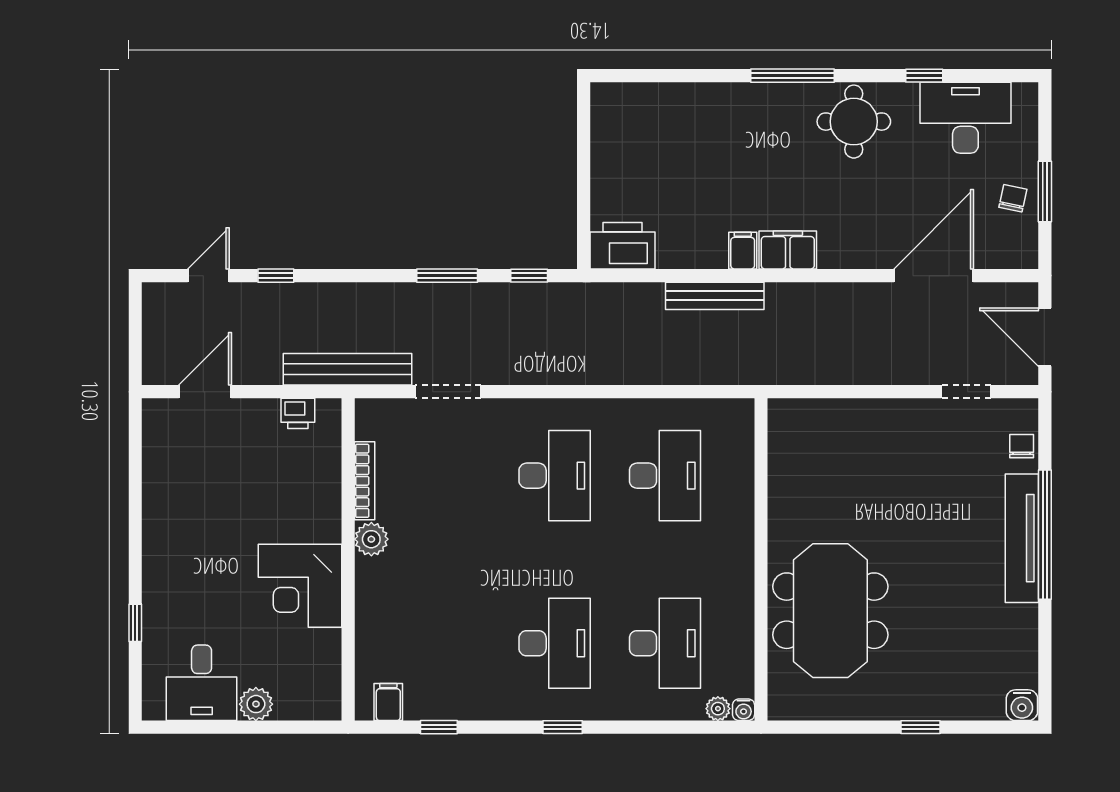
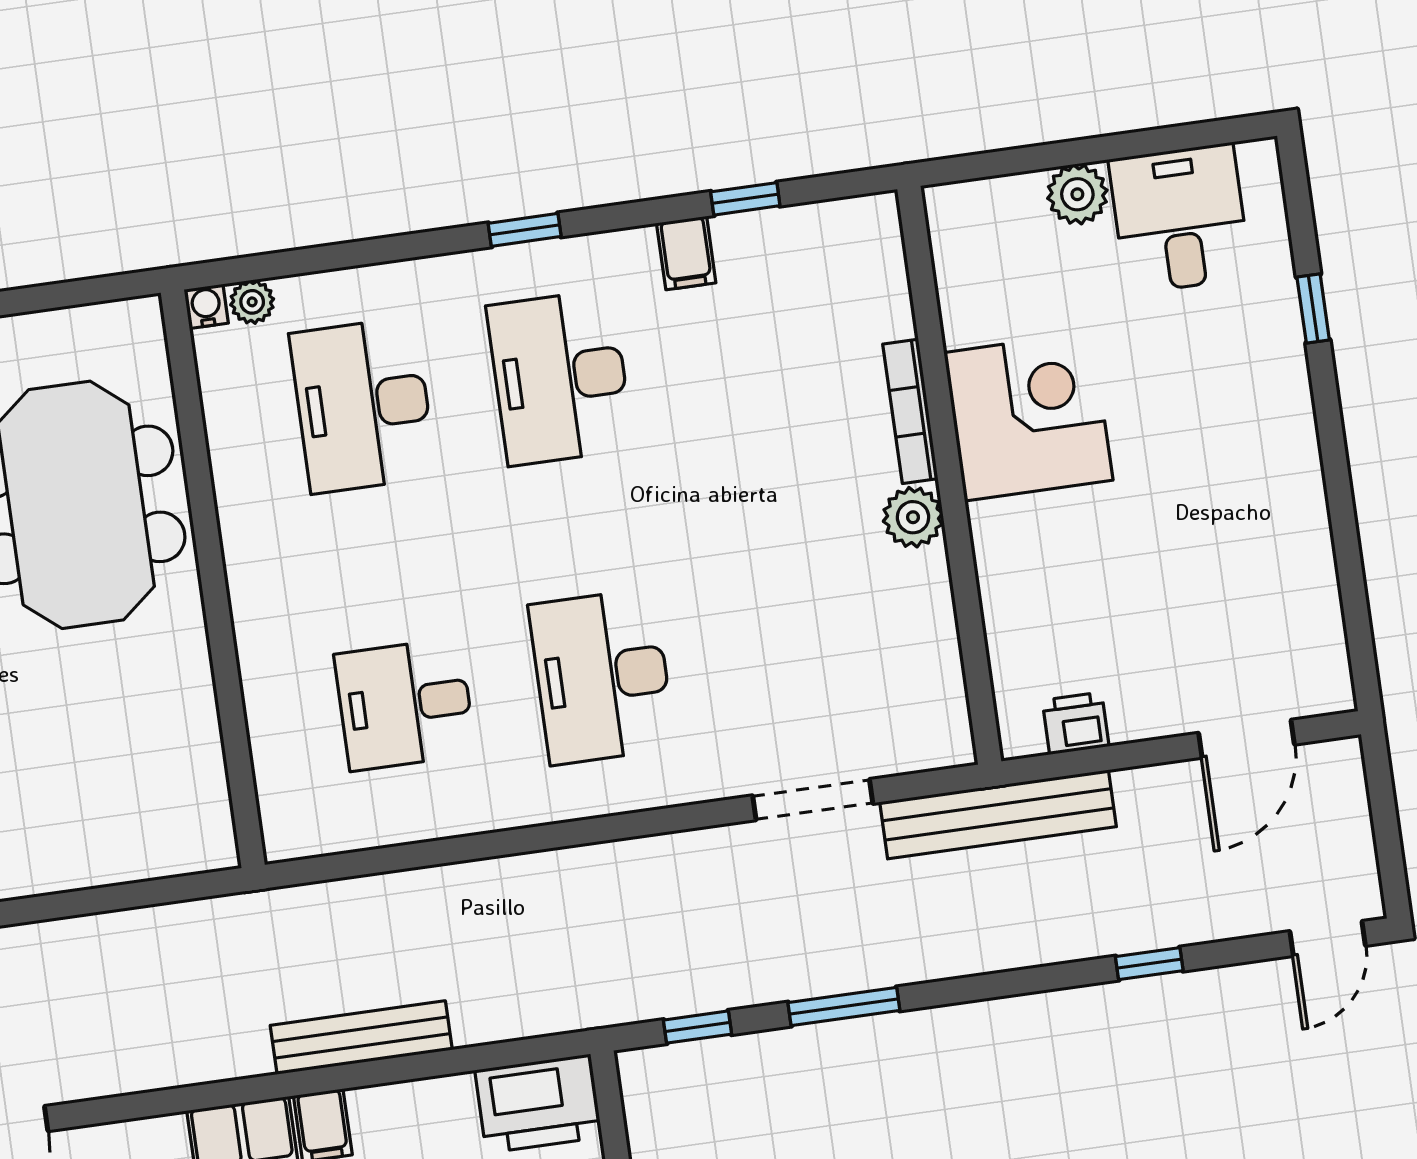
door: (208, 276) -> (1328, 939), moved
desk: (665, 476) -> (405, 704), width x0.73
bookcase: (365, 481) -> (910, 411), moved
filing cabinet: (388, 702) -> (686, 253), moved

